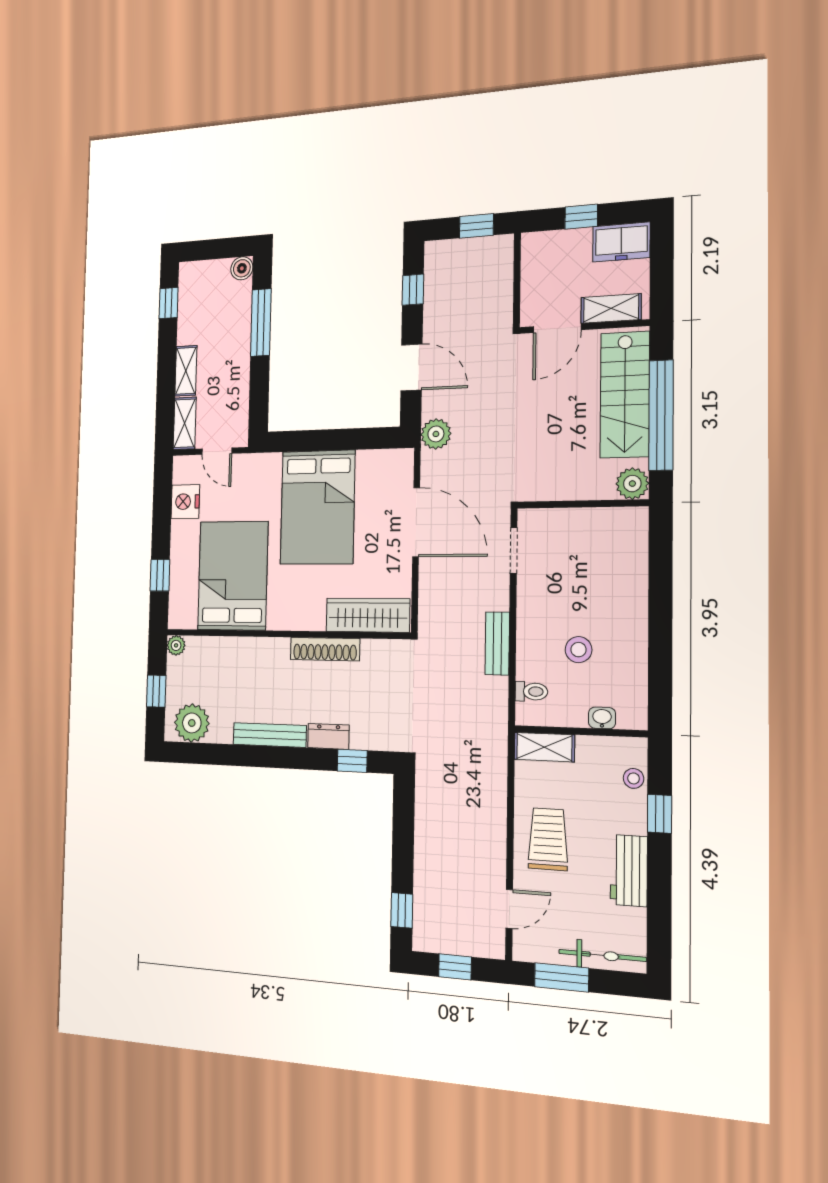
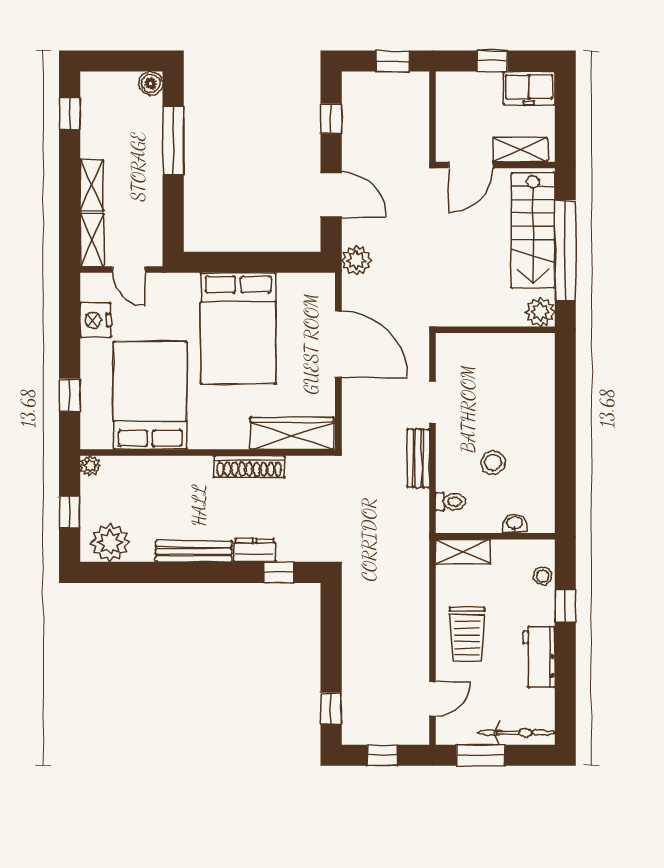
doorway: (514, 551) -> (432, 402), moved
trolley: (548, 839) -> (467, 634), turned 180

